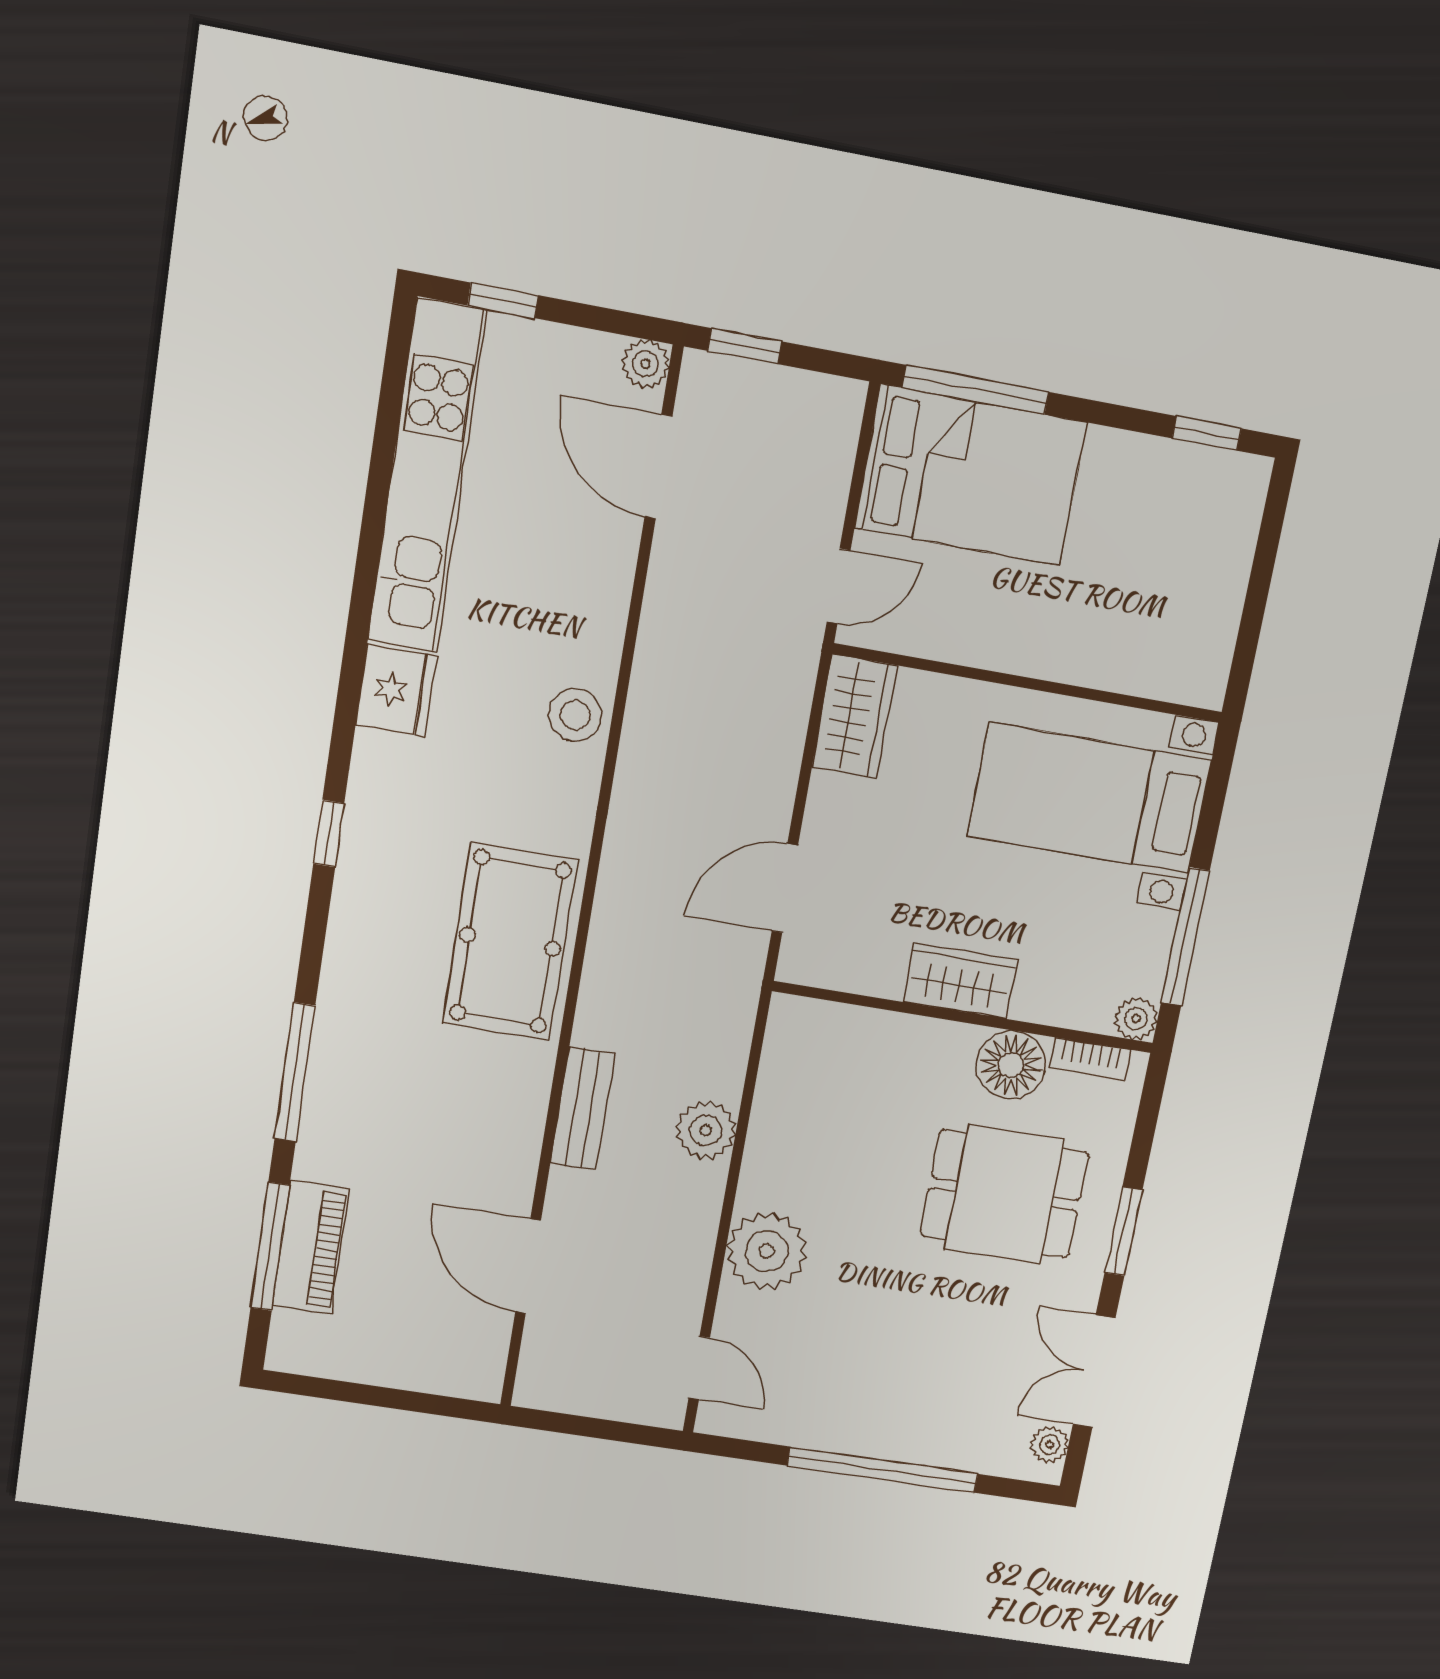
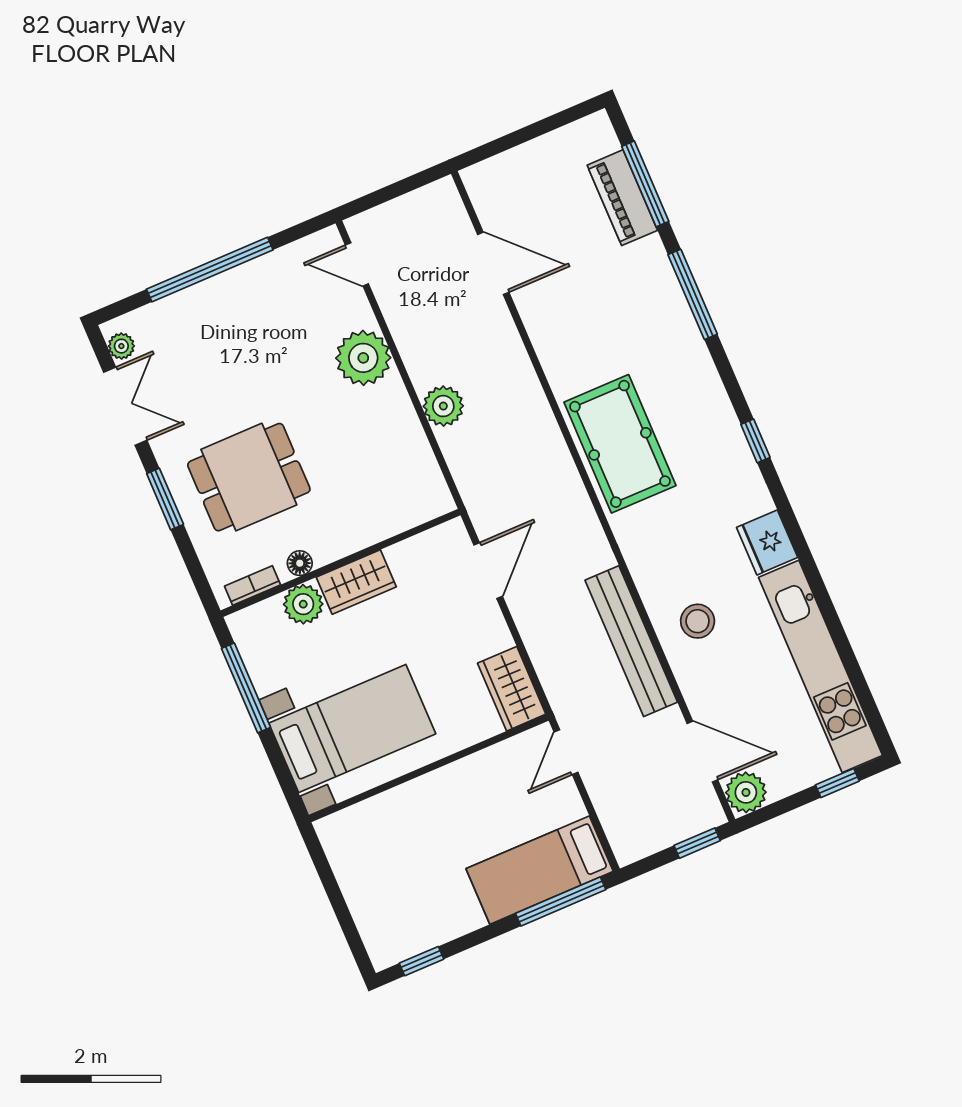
plant: (646, 364) -> (746, 792), width x1.38, depth x1.38
bed: (971, 475) -> (540, 870), width x0.67
stool: (575, 715) -> (698, 621), moved
plant: (1136, 1019) -> (303, 604), moved, width x1.38, depth x1.38
floor lamp: (1011, 1065) -> (300, 563), width x0.53, depth x0.53
bench: (582, 1108) -> (631, 641), moved, width x1.86, depth x1.21

